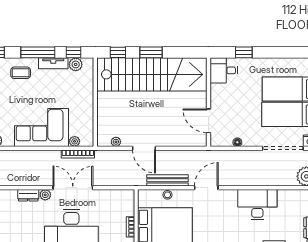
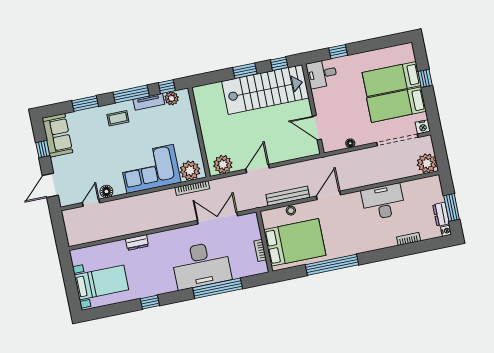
window: (118, 52) -> (279, 64), moved
stairs: (152, 74) -> (265, 90), width x0.73
plant: (75, 141) -> (190, 170), width x1.88, depth x1.88
plant: (116, 142) -> (223, 164), width x1.87, depth x1.87
door: (144, 148) -> (258, 169), swing flipped
double door: (73, 188) -> (217, 218), moved
dresser: (28, 195) -> (137, 242), moved
plant: (45, 195) -> (168, 236), removed

